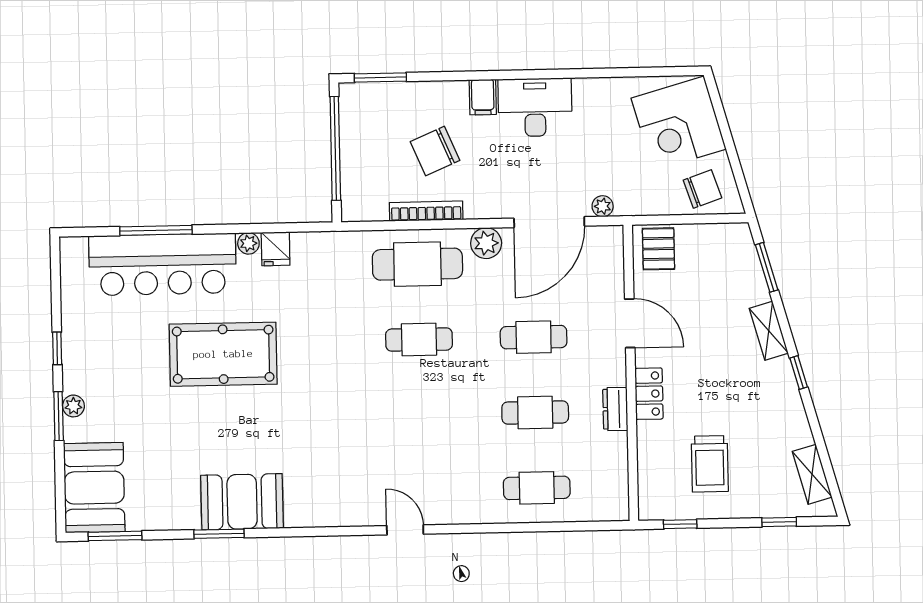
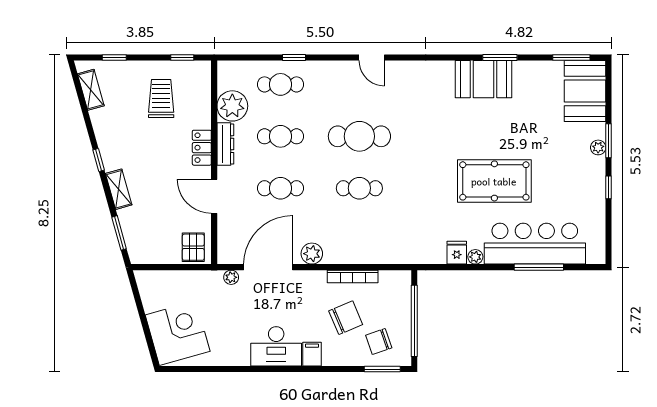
chair: (702, 189) -> (379, 342), moved
cafe table: (417, 264) -> (359, 136), moved
dresser: (615, 409) -> (225, 144), width x1.44
plant: (606, 455) -> (232, 106), added
window: (518, 528) -> (294, 57), added

